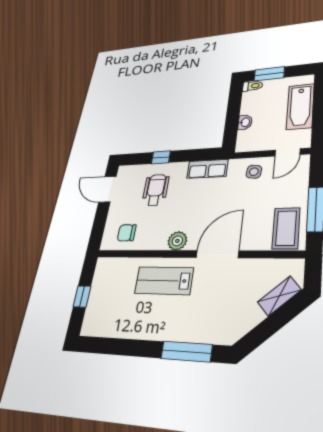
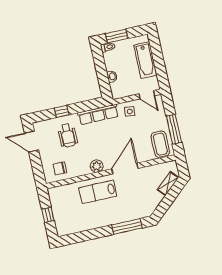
door: (287, 152) -> (147, 95), hinge flipped
row of seats: (207, 169) -> (98, 114), width x1.48
wheelchair: (156, 190) -> (68, 135), turned 180

